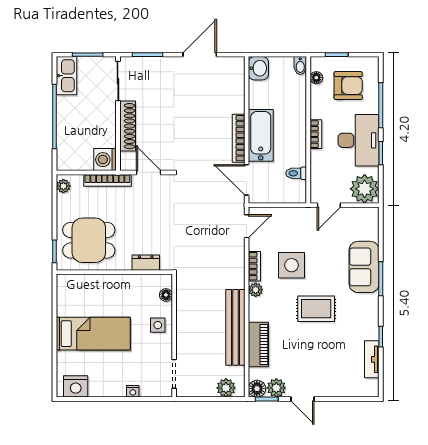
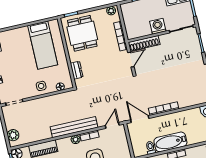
shoe rack: (128, 126) -> (144, 43), moved
bathtub: (261, 135) -> (170, 142), moved, turned 180
washing machine: (105, 160) -> (158, 26), moved
door: (247, 180) -> (140, 119), hinge flipped
door: (247, 226) -> (112, 125), swing flipped
bench: (235, 327) -> (74, 127), moved
bed: (93, 334) -> (43, 45), moved

